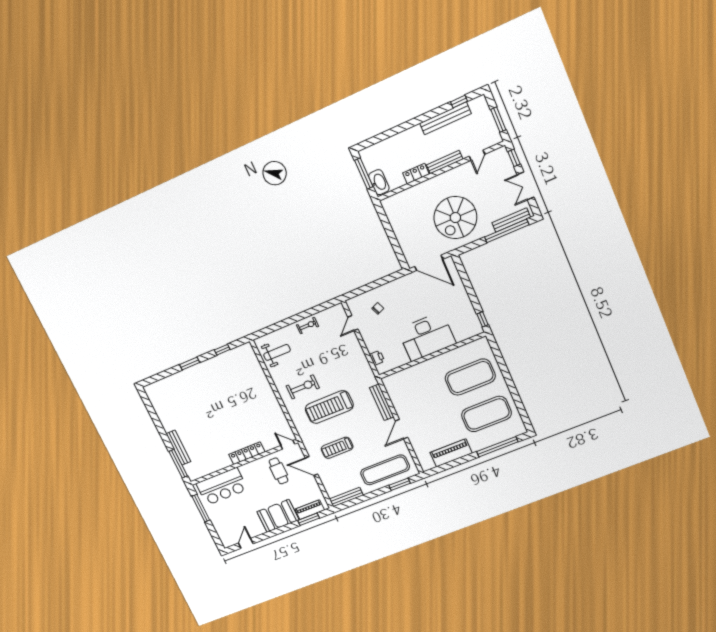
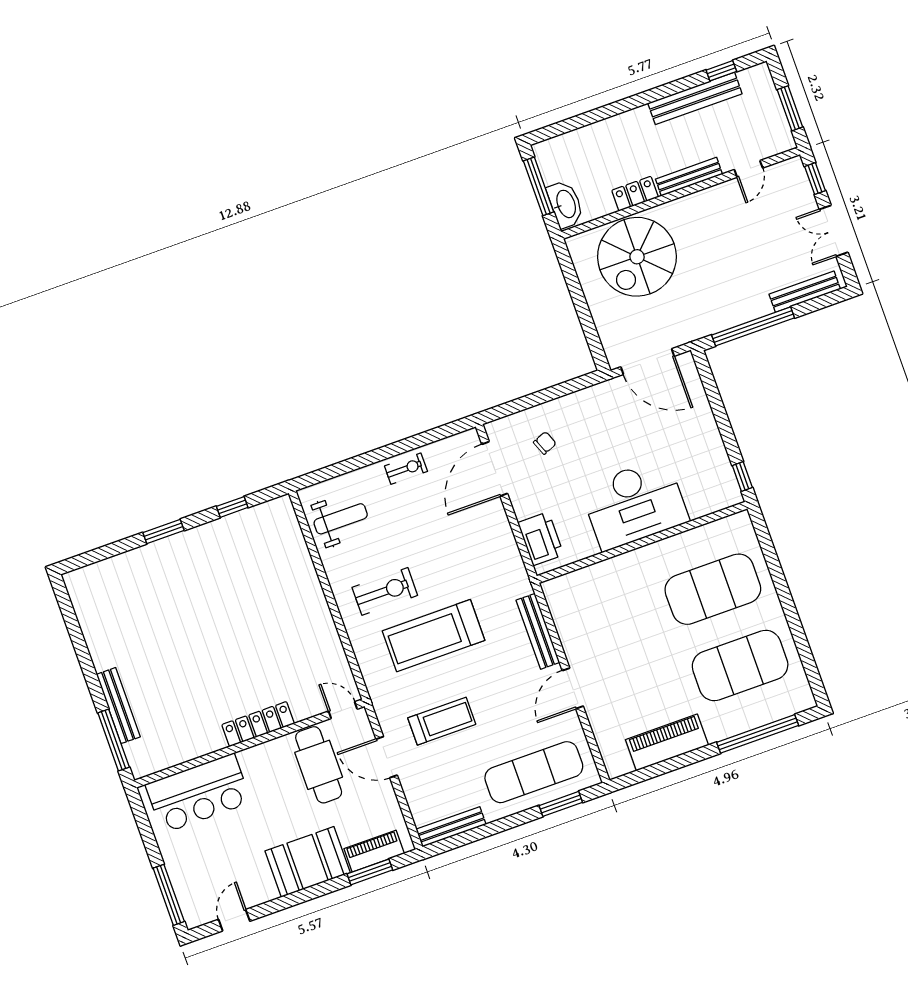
spiral stairs: (455, 218) -> (637, 257), moved
window: (507, 231) -> (753, 326), moved
door: (353, 323) -> (495, 469), width x1.87
printer: (377, 358) -> (541, 539), width x1.87, depth x1.48
treadmill: (337, 448) -> (442, 721), turned 180
cafe table: (279, 471) -> (319, 765), width x1.37, depth x1.35
window: (201, 508) -> (169, 895), moved

